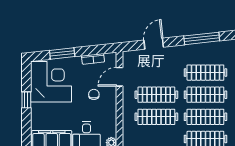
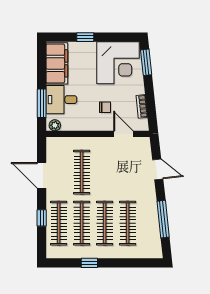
window: (62, 54) -> (146, 62), moved
clothes rail: (156, 95) -> (105, 172), removed
window: (26, 100) -> (85, 37), moved

